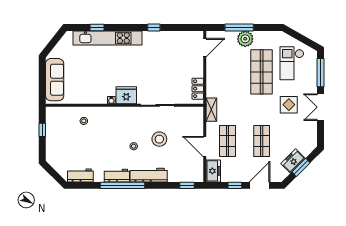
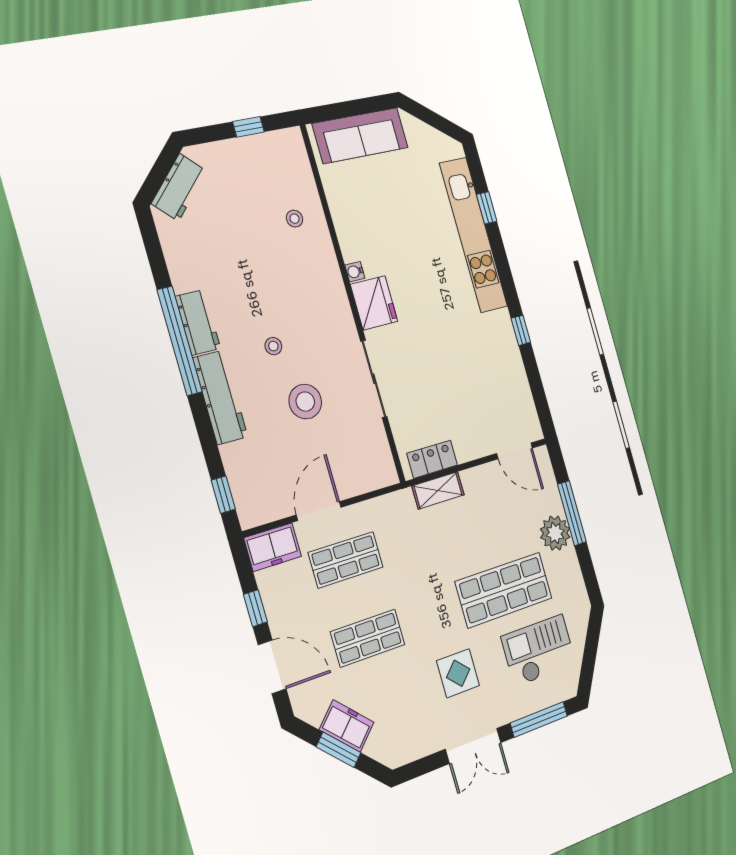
double door: (320, 107) -> (473, 746), swing flipped
shelving: (211, 110) -> (438, 490), moved
workbench: (80, 175) -> (179, 187), moved, turned 45

